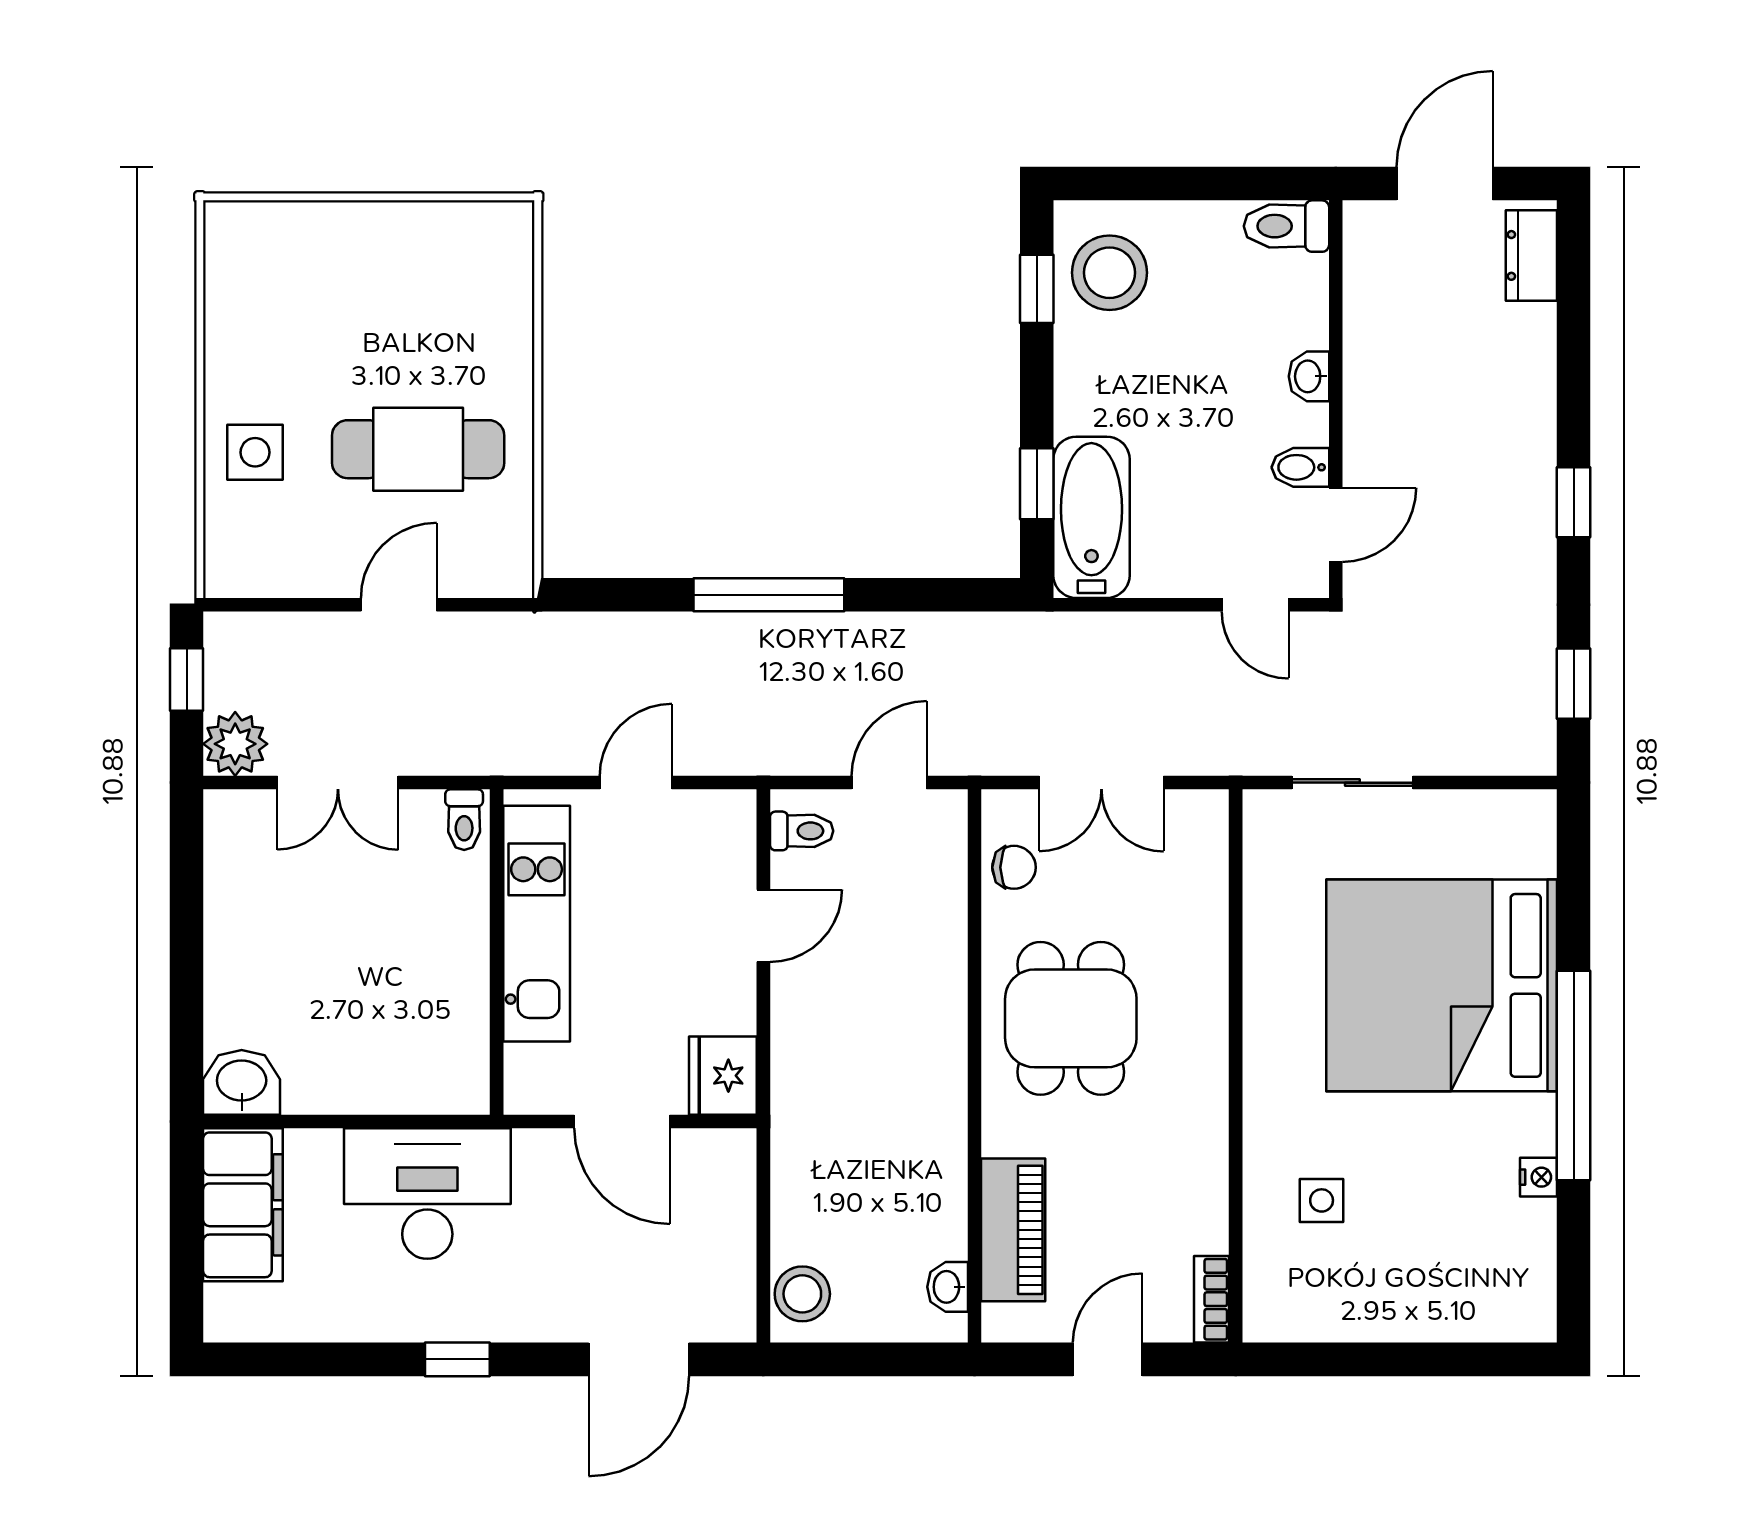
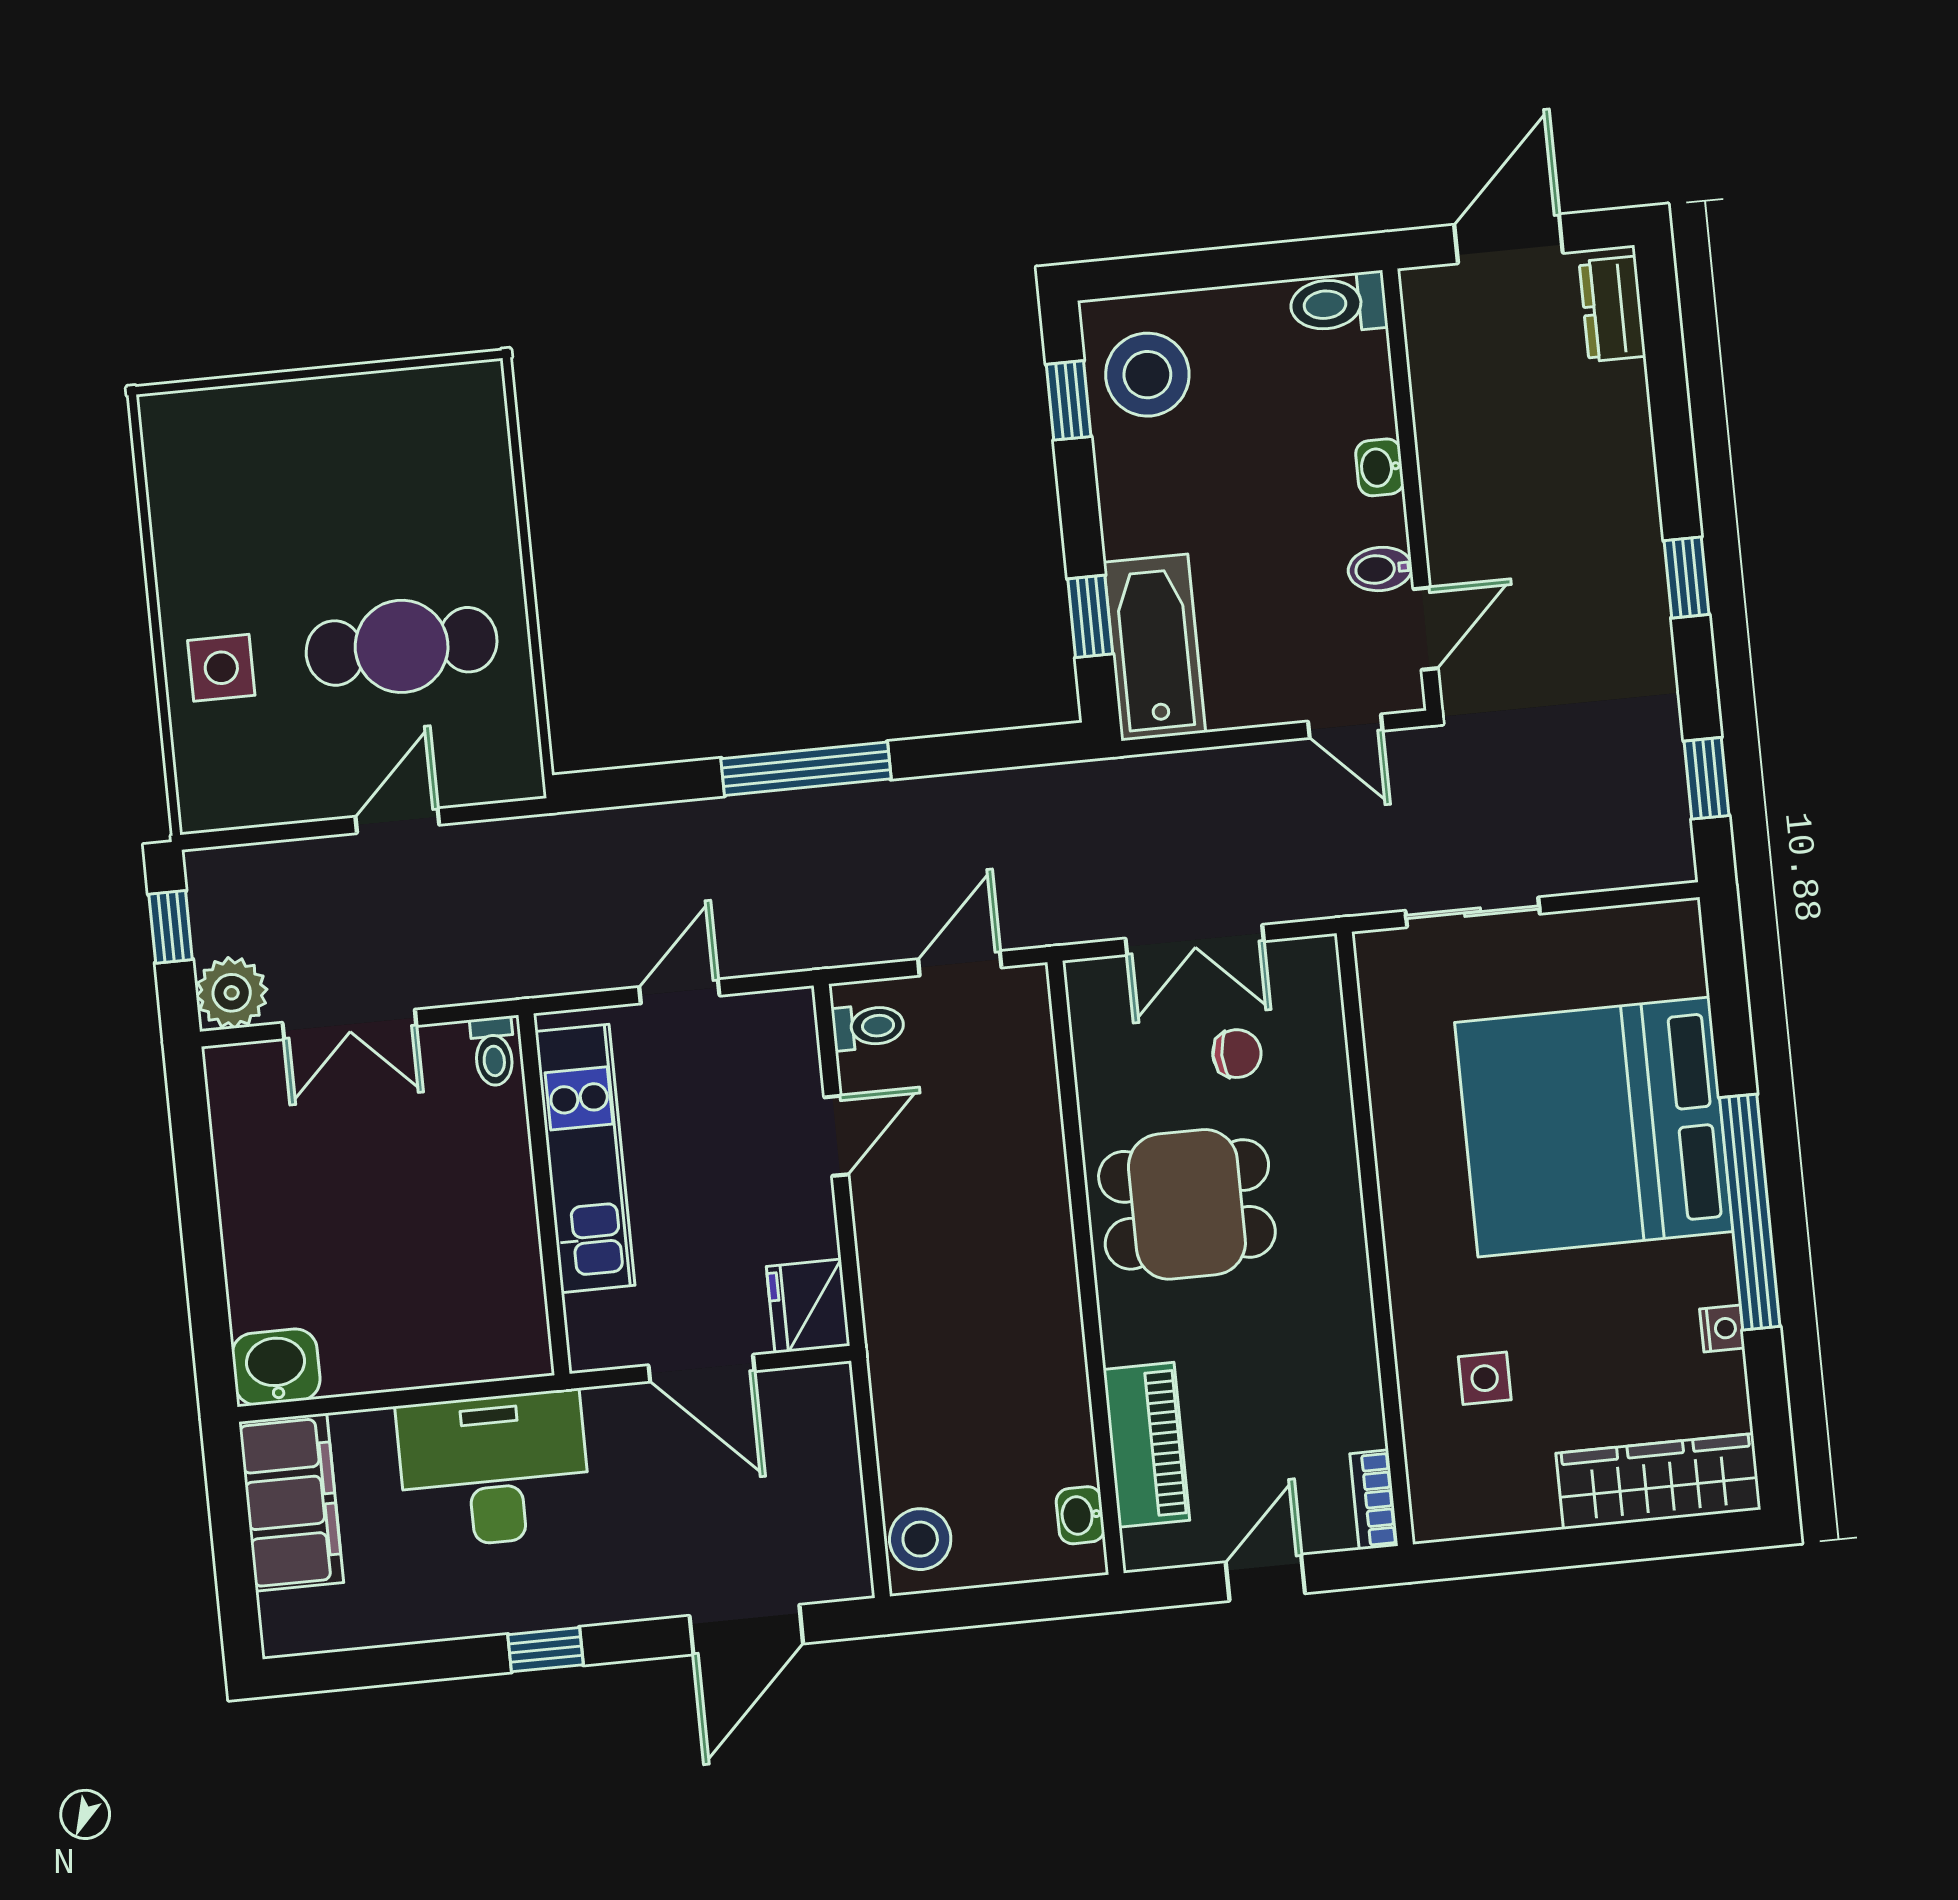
chair: (1014, 867) -> (1237, 1054), moved
dining table: (1071, 1018) -> (1187, 1204), turned 90
wardrobe: (1468, 1308) -> (1658, 1481), added

